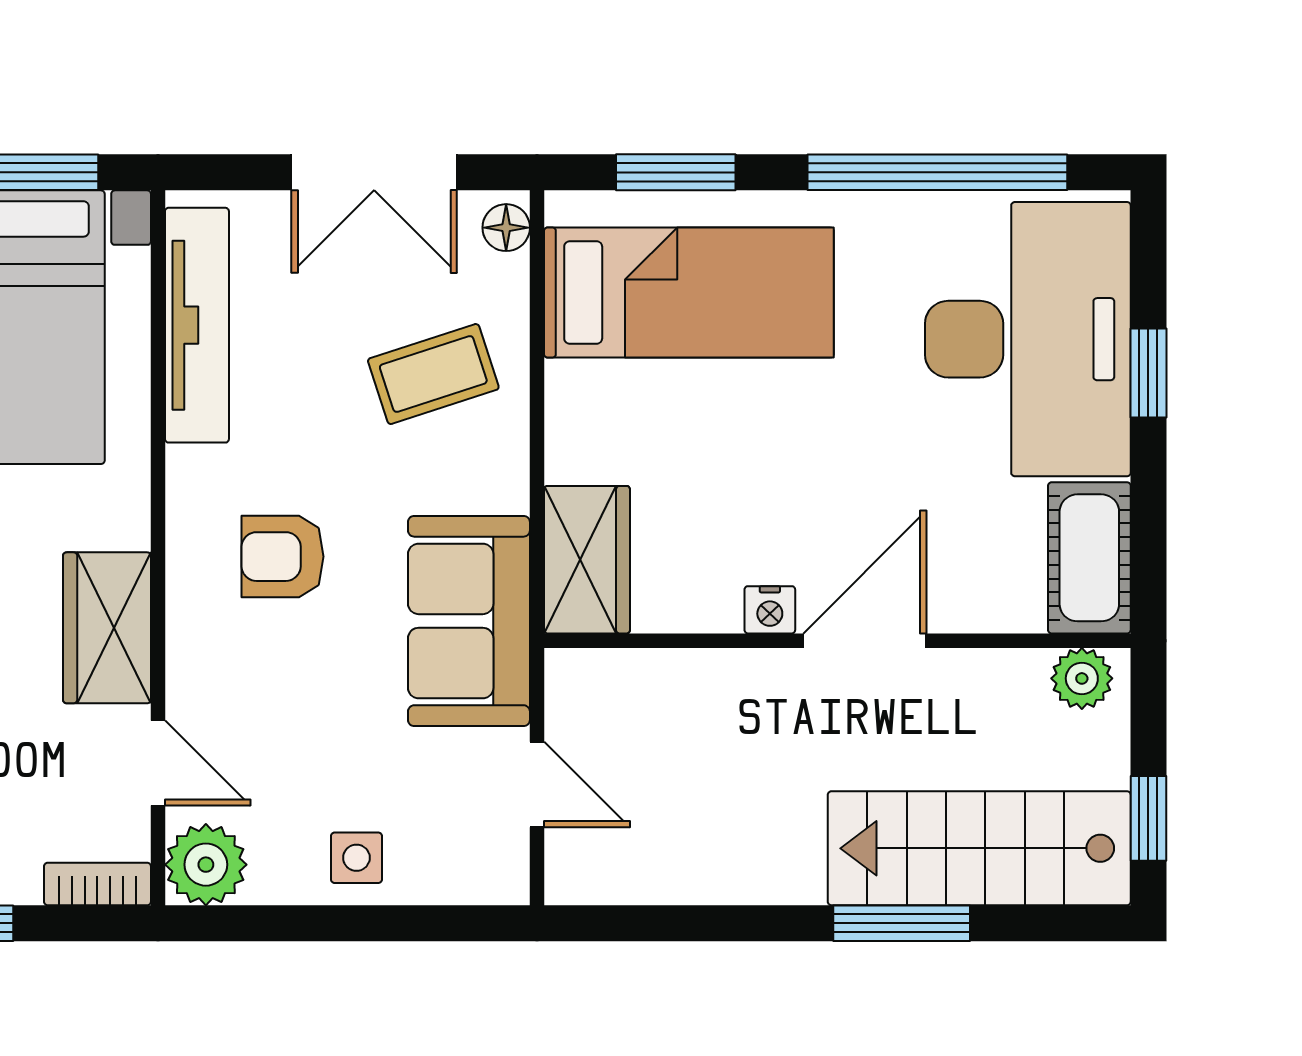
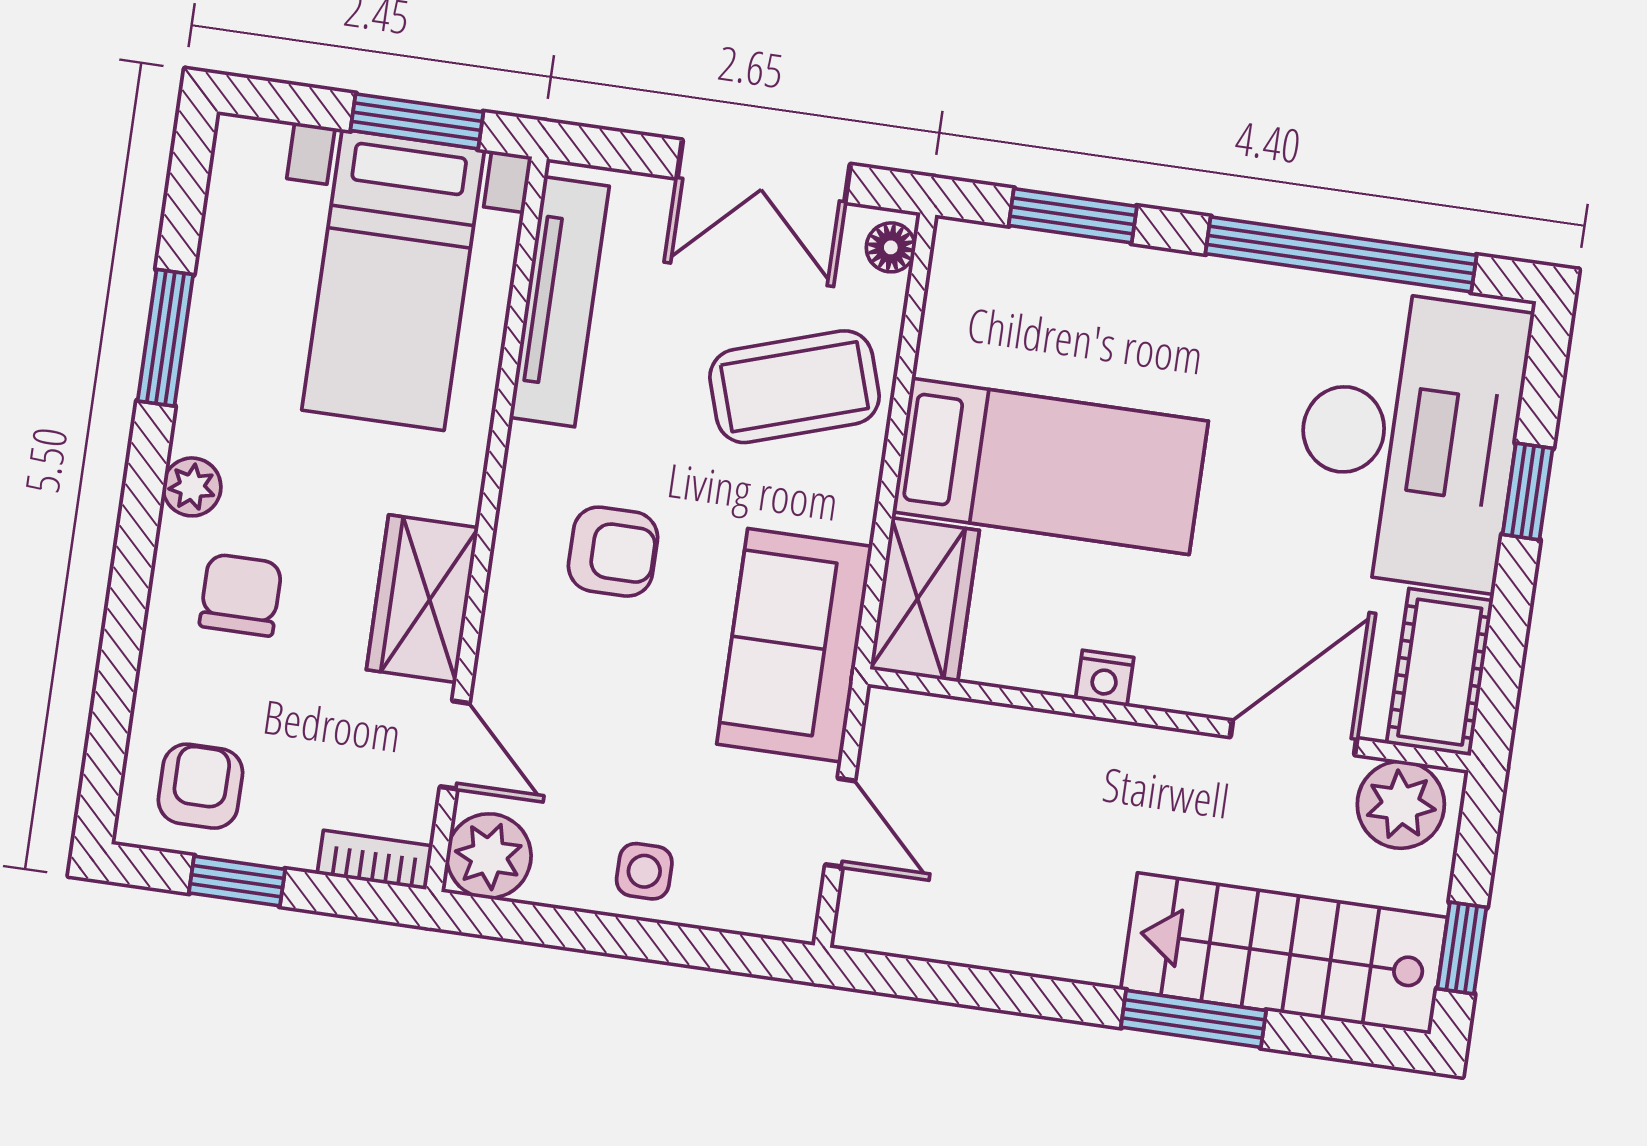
bed: (689, 293) -> (1050, 466), moved
coffee table: (433, 374) -> (795, 387), width x1.36, depth x1.30
armchair: (283, 557) -> (613, 552), turned 180
door: (865, 641) -> (1293, 738), moved
plant: (1082, 678) -> (1401, 805), width x1.38, depth x1.38

